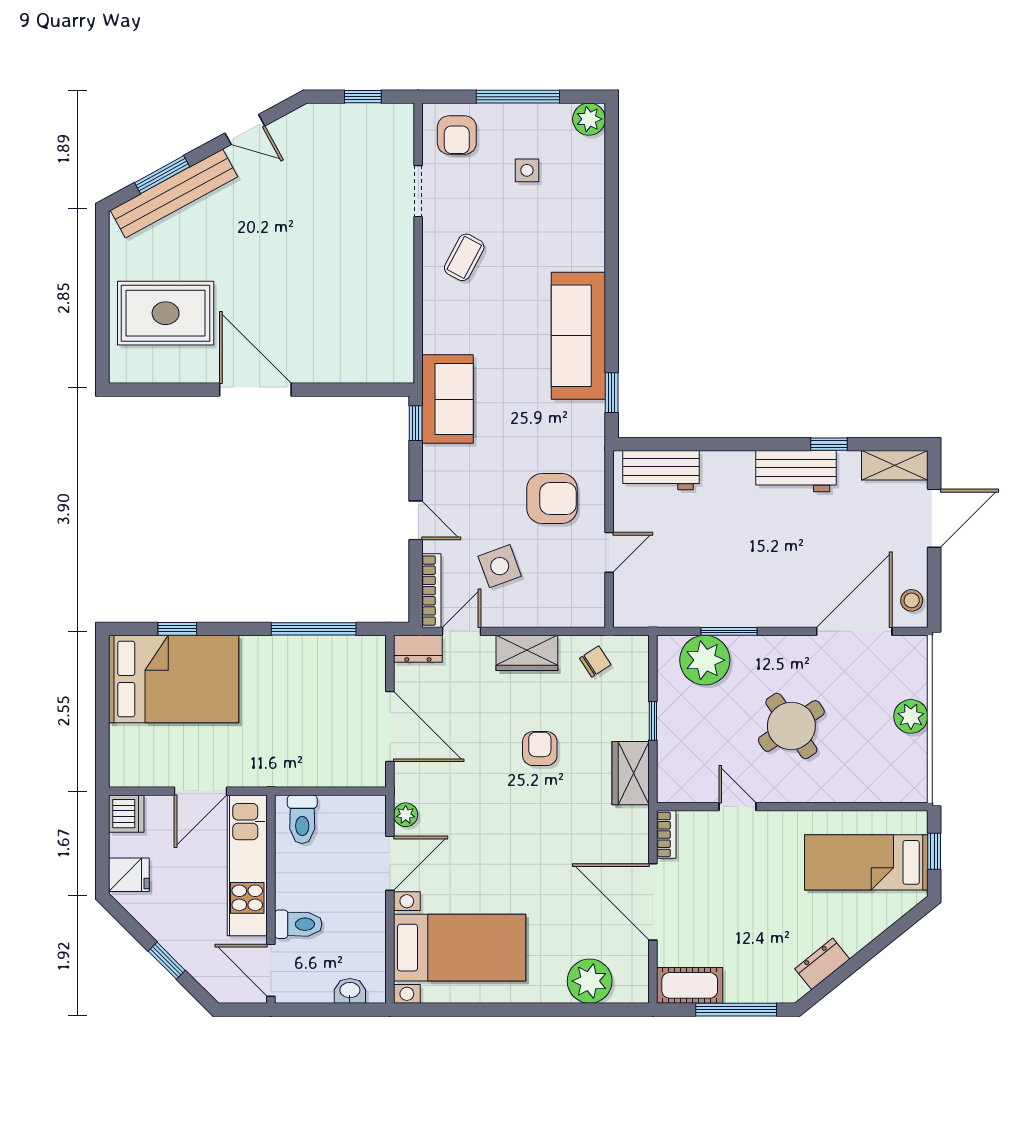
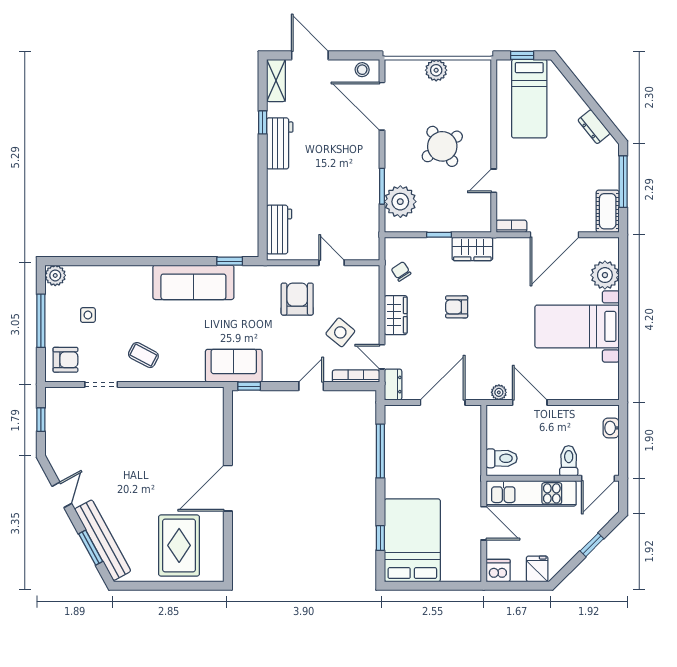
side table: (500, 566) -> (340, 332), turned -31
bed with nightstands: (460, 948) -> (577, 326), moved, turned -90

